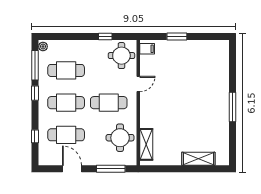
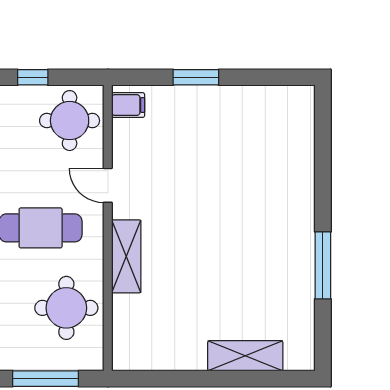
door: (138, 84) -> (108, 185), swing flipped
window: (232, 107) -> (323, 265), moved
shelving: (146, 144) -> (126, 256), moved

